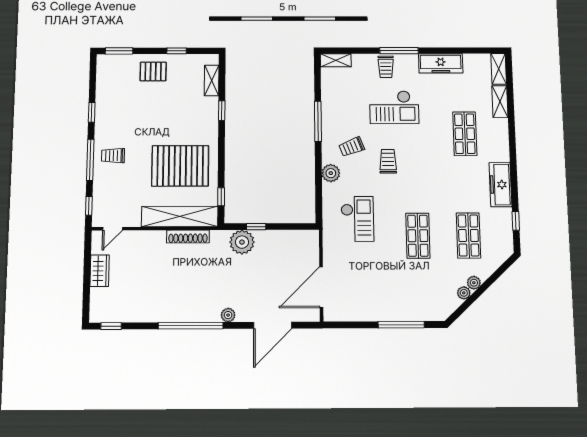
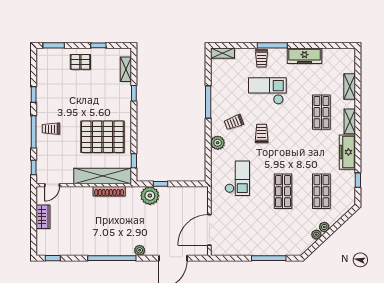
shelving: (499, 69) -> (350, 121), moved
checkout: (394, 107) -> (267, 91), turned 180

